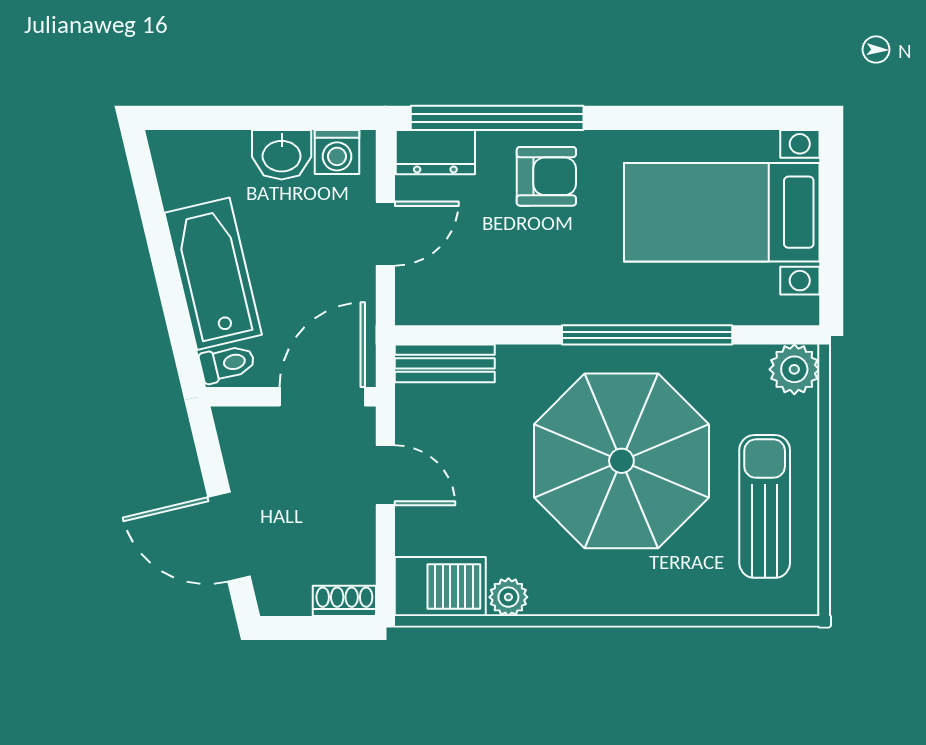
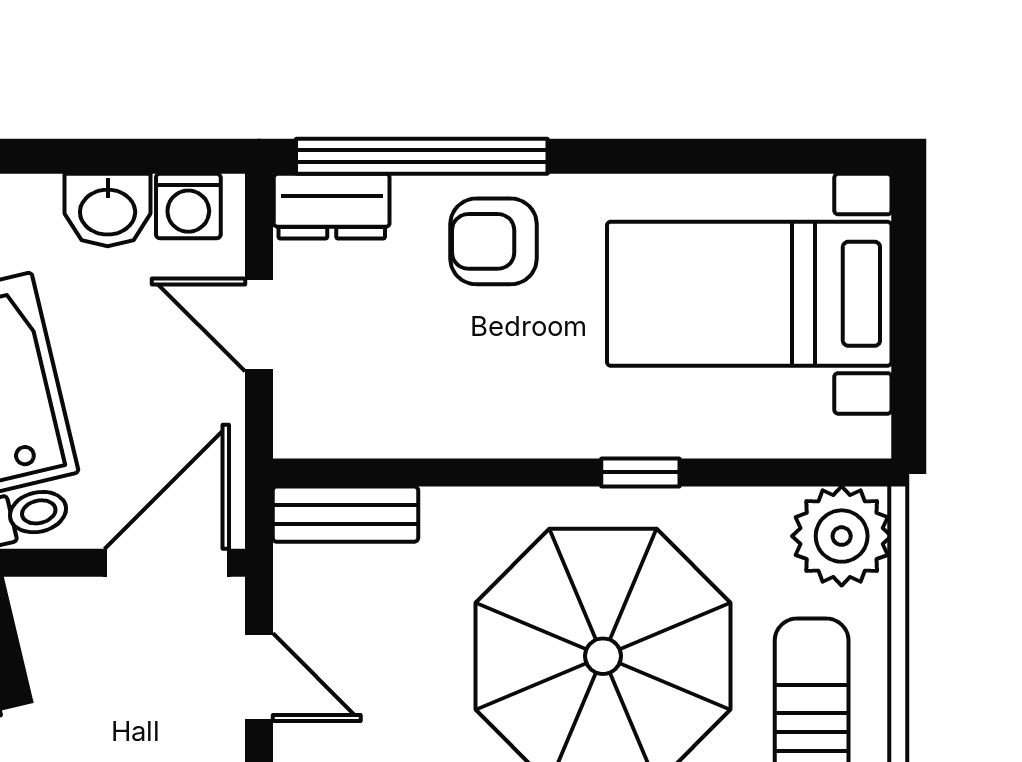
armchair: (546, 176) -> (494, 241), turned 180
door: (385, 234) -> (259, 325), swing flipped
window: (647, 335) -> (640, 472), width x0.32
plant: (794, 369) -> (842, 536), width x1.36, depth x1.36

